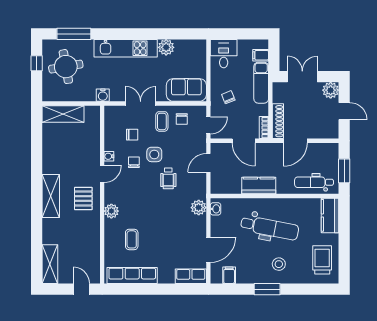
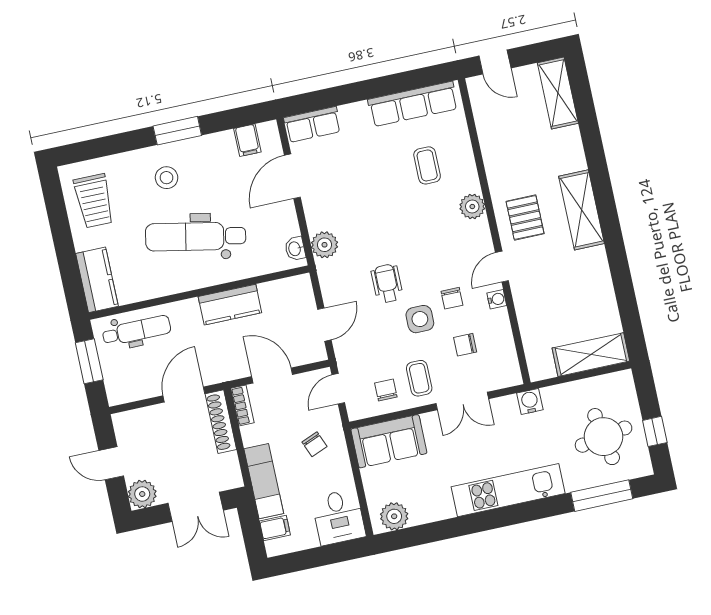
plant: (166, 47) -> (394, 516), moved

